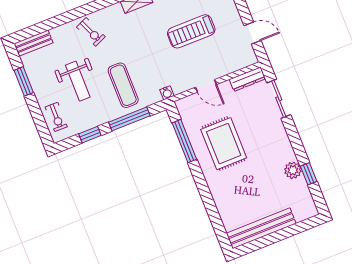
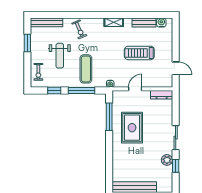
bench: (33, 43) -> (47, 22), width x1.36
door: (206, 86) -> (135, 89), swing flipped
sliding door: (279, 99) -> (176, 138), moved

